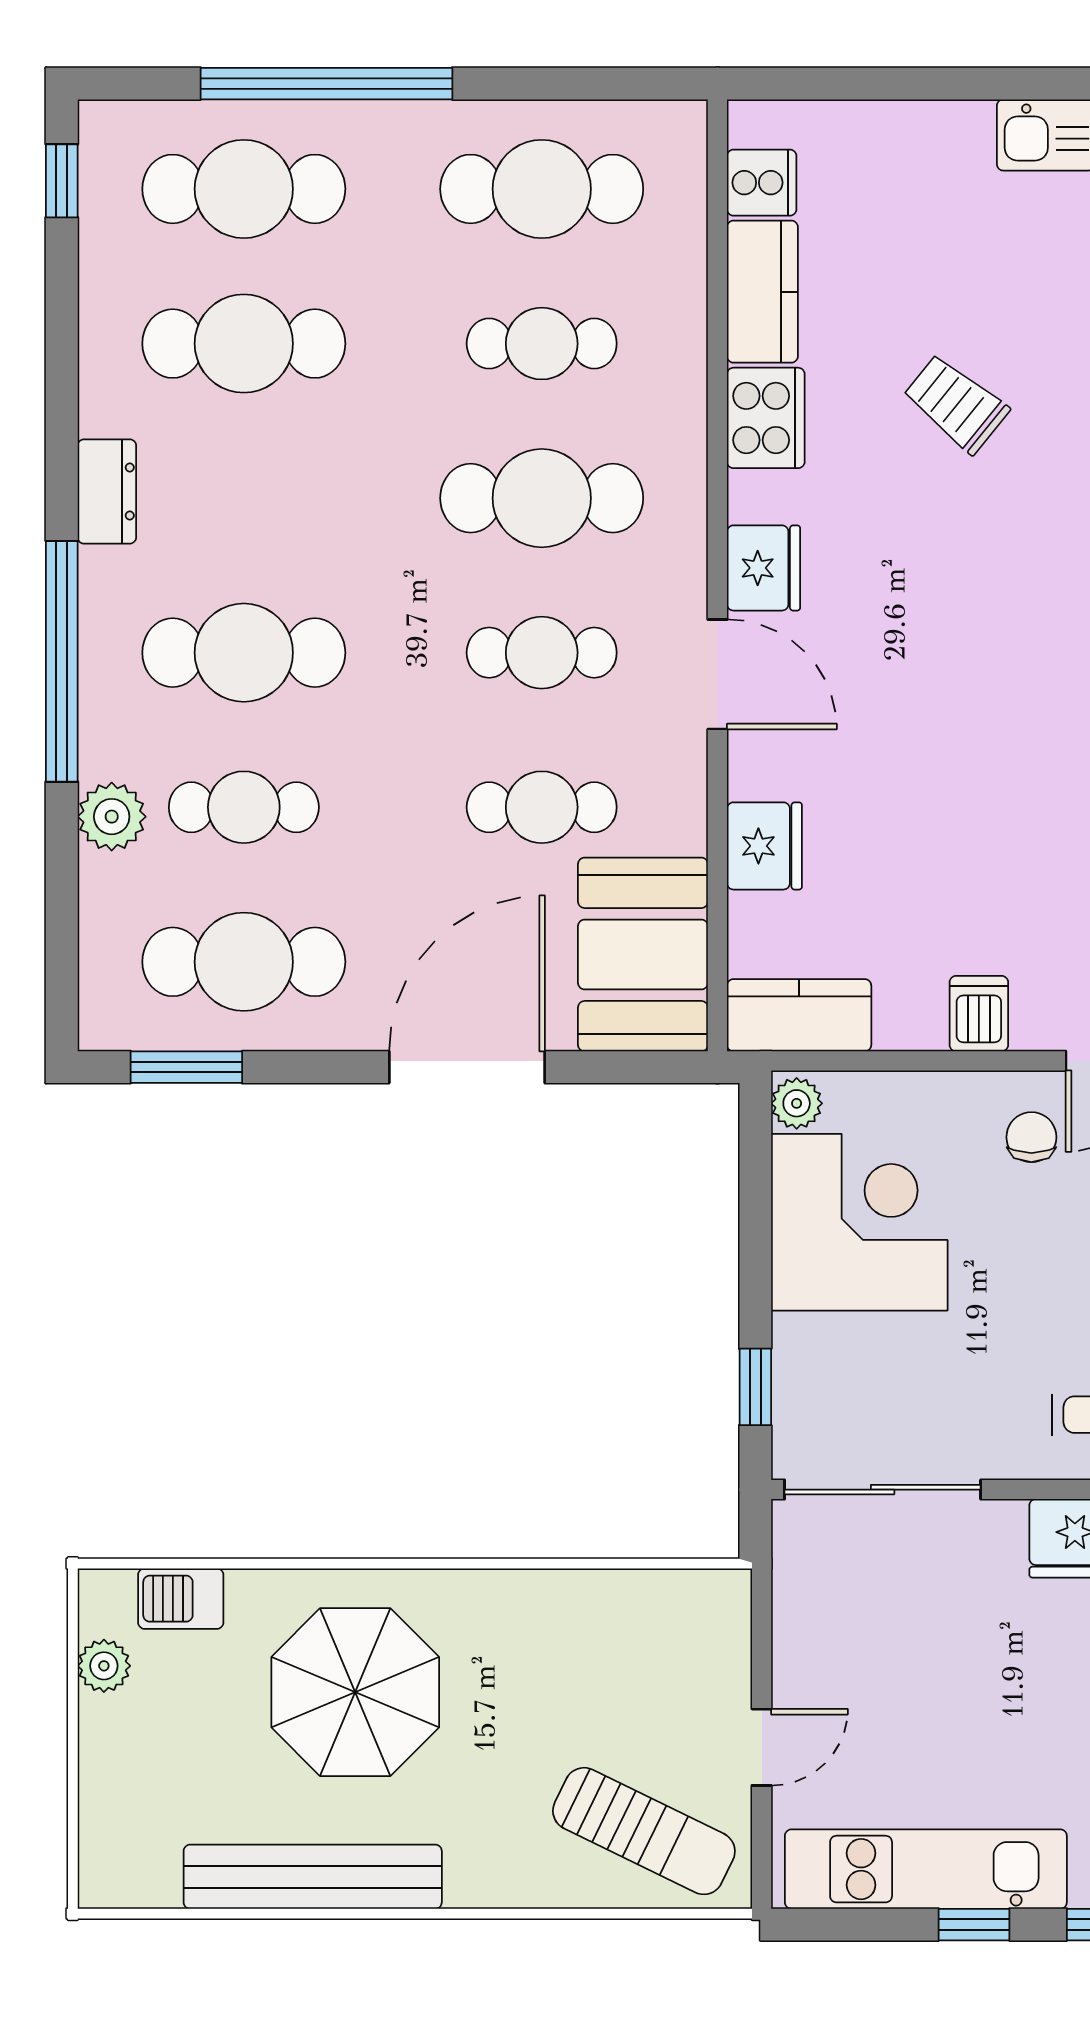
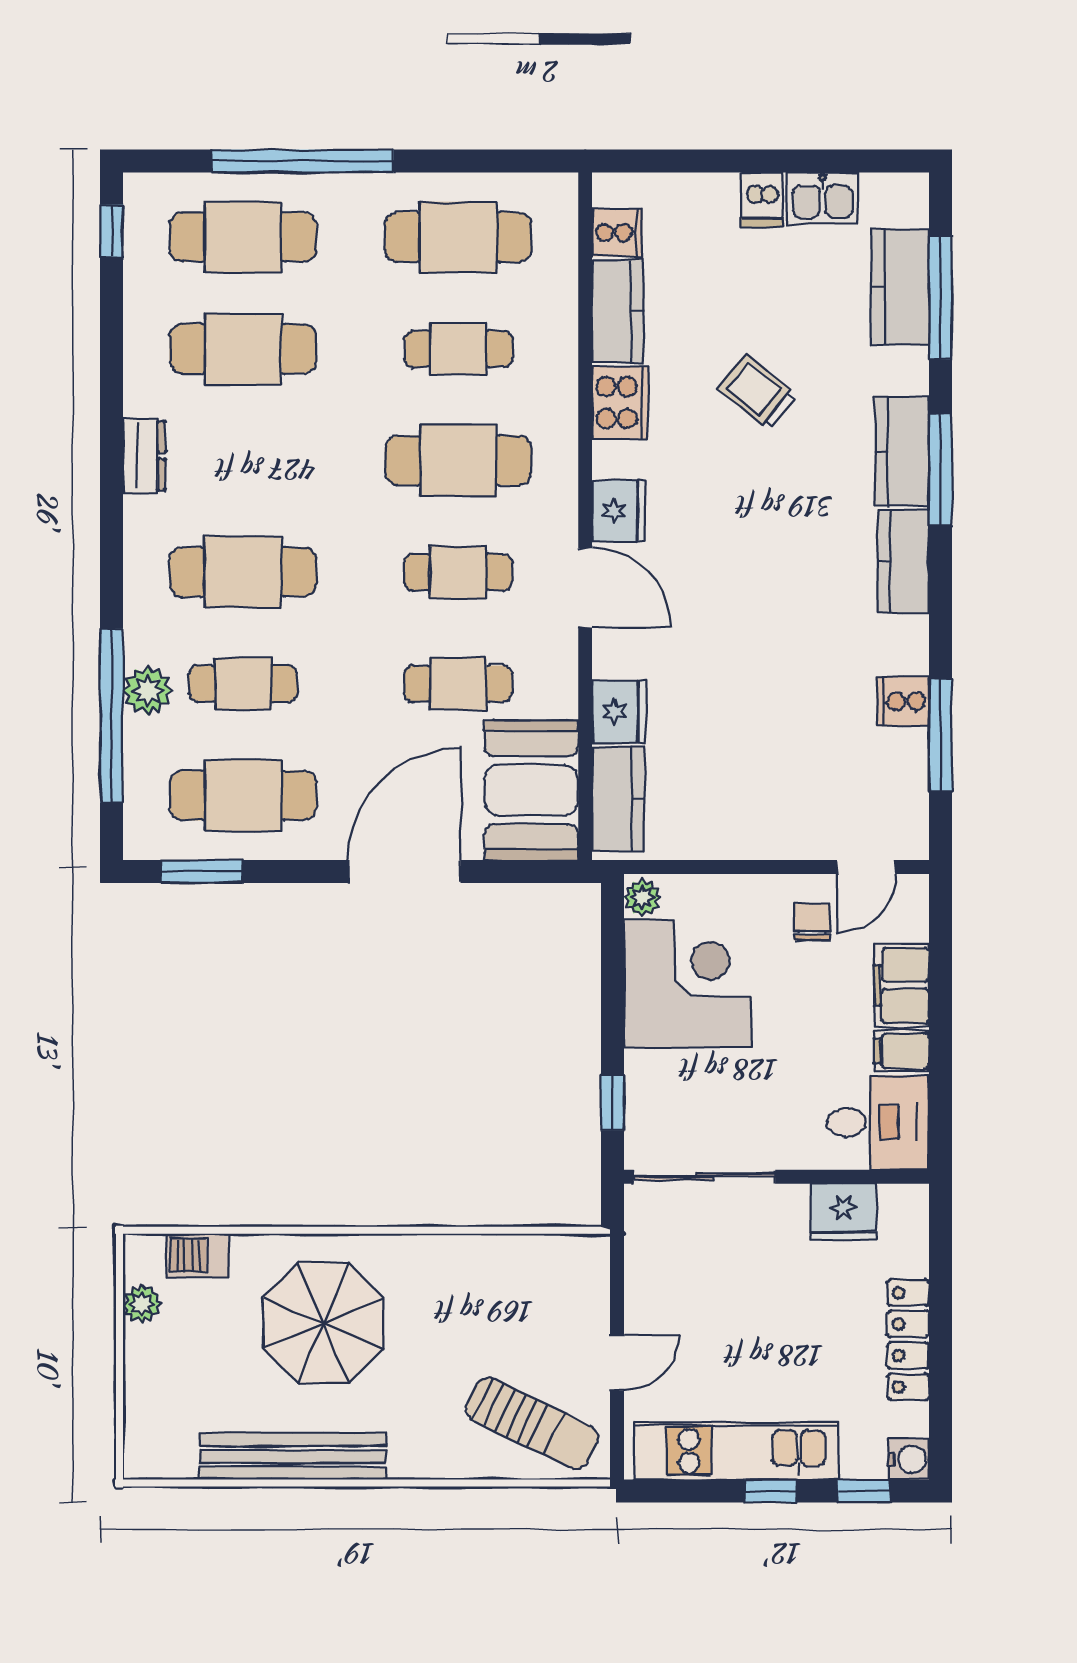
window: (62, 661) -> (111, 716), moved
dishwasher: (979, 1014) -> (762, 200), moved, turned 180
kitchen counter: (799, 1015) -> (618, 799), moved, turned 90

